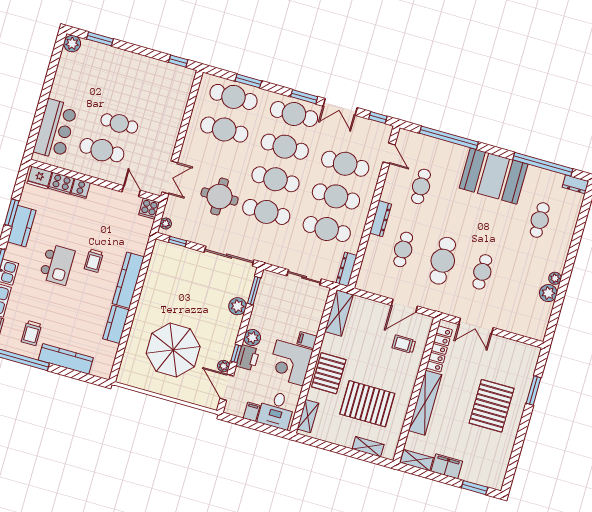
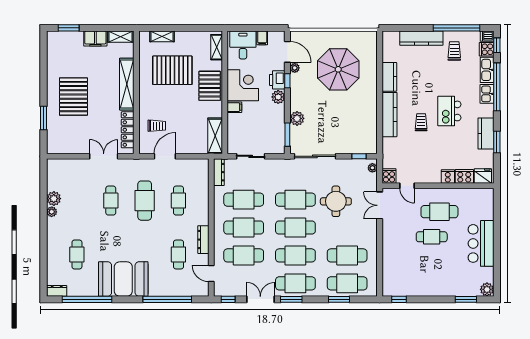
bar counter: (55, 129) -> (481, 243), moved
dresser: (381, 219) -> (203, 240), moved

